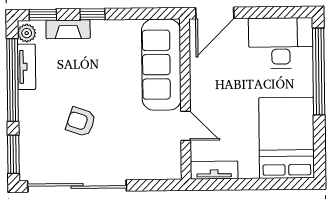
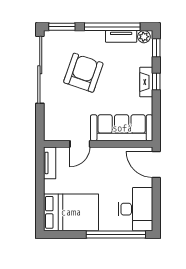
fireplace: (68, 29) -> (146, 82), moved
armchair: (81, 122) -> (83, 73), width x1.88, depth x1.88

